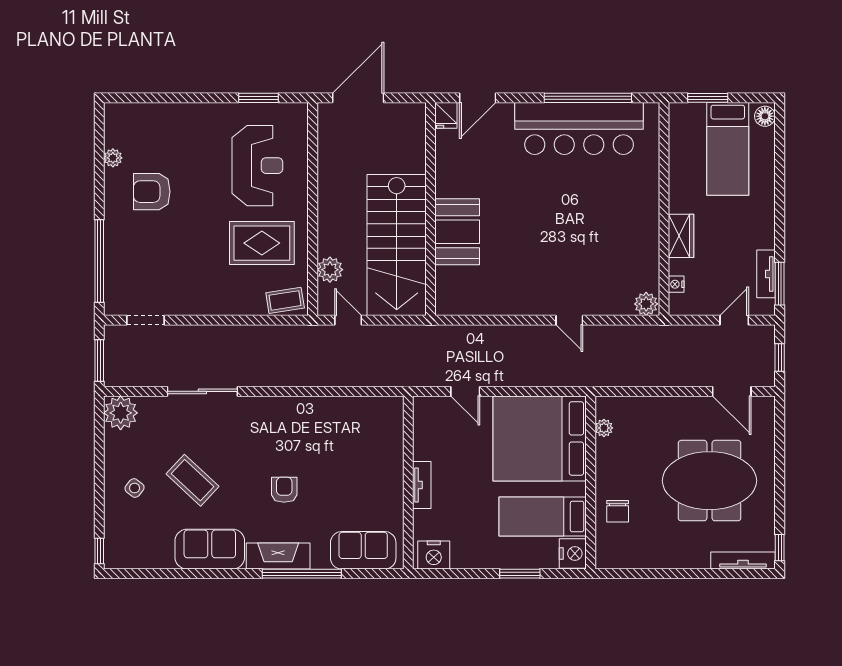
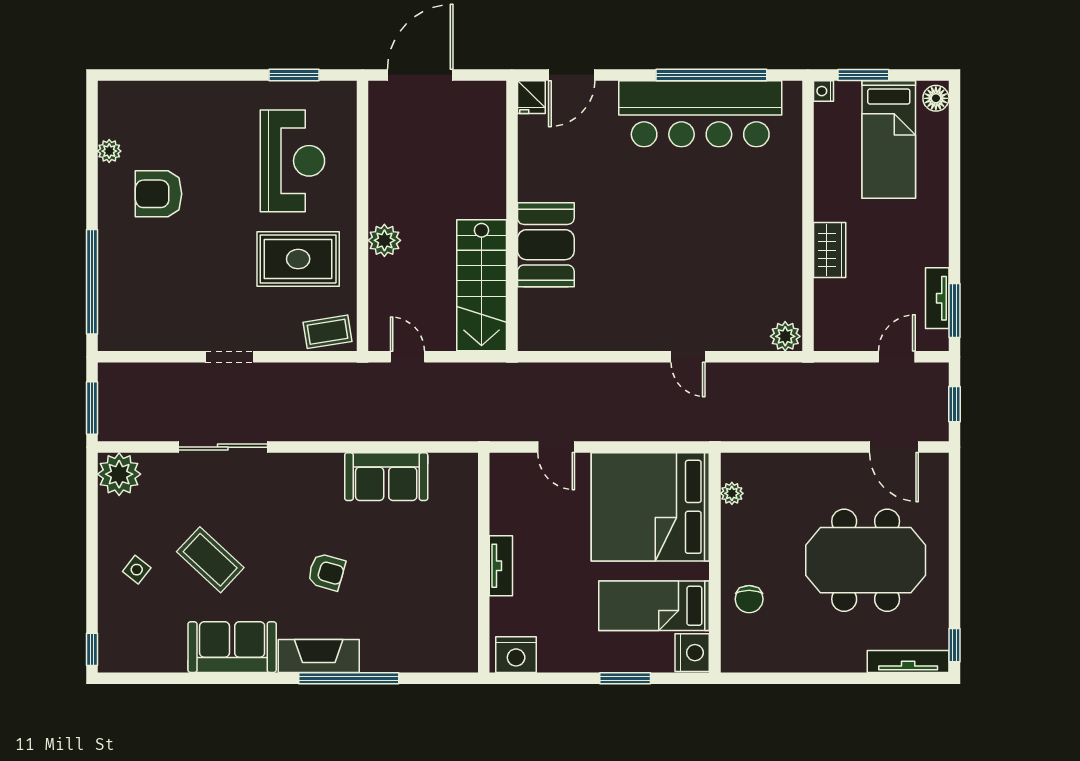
stairs: (397, 245) -> (482, 285), width x0.73, depth x0.66
plant: (330, 270) -> (384, 240), moved
nightstand: (676, 284) -> (823, 91), moved
doorway: (145, 320) -> (229, 357), moved
armchair: (284, 490) -> (326, 572), turned 106
sofa: (363, 550) -> (386, 477), moved, turned 180

